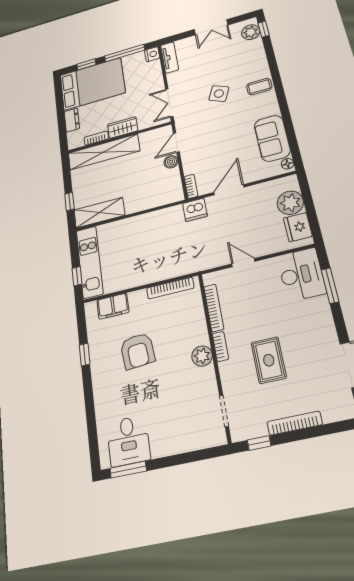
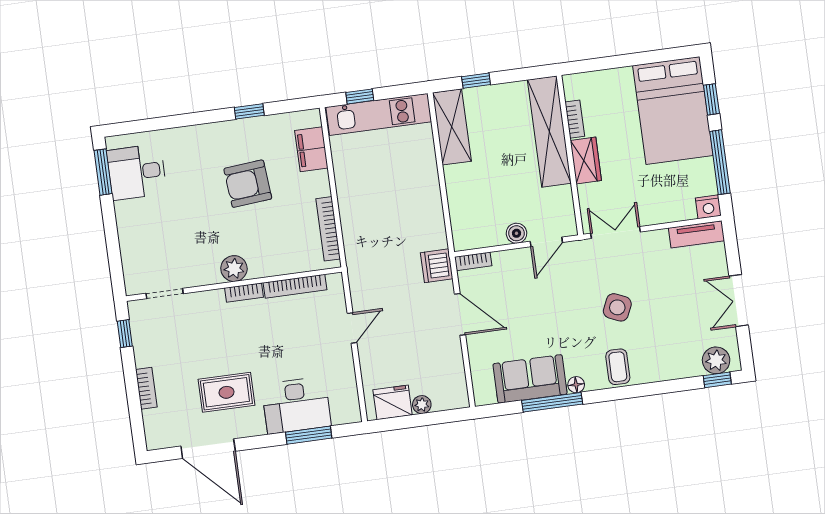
dresser: (72, 120) -> (613, 79), removed
window: (288, 122) -> (552, 402), added
door: (176, 143) -> (546, 242), swing flipped
floor lamp: (288, 164) -> (576, 385), moved
plant: (290, 203) -> (422, 405), width x0.53, depth x0.53
desk: (301, 275) -> (296, 405), moved
rug: (269, 360) -> (226, 392), moved
bookcase: (295, 423) -> (146, 388), width x0.64

